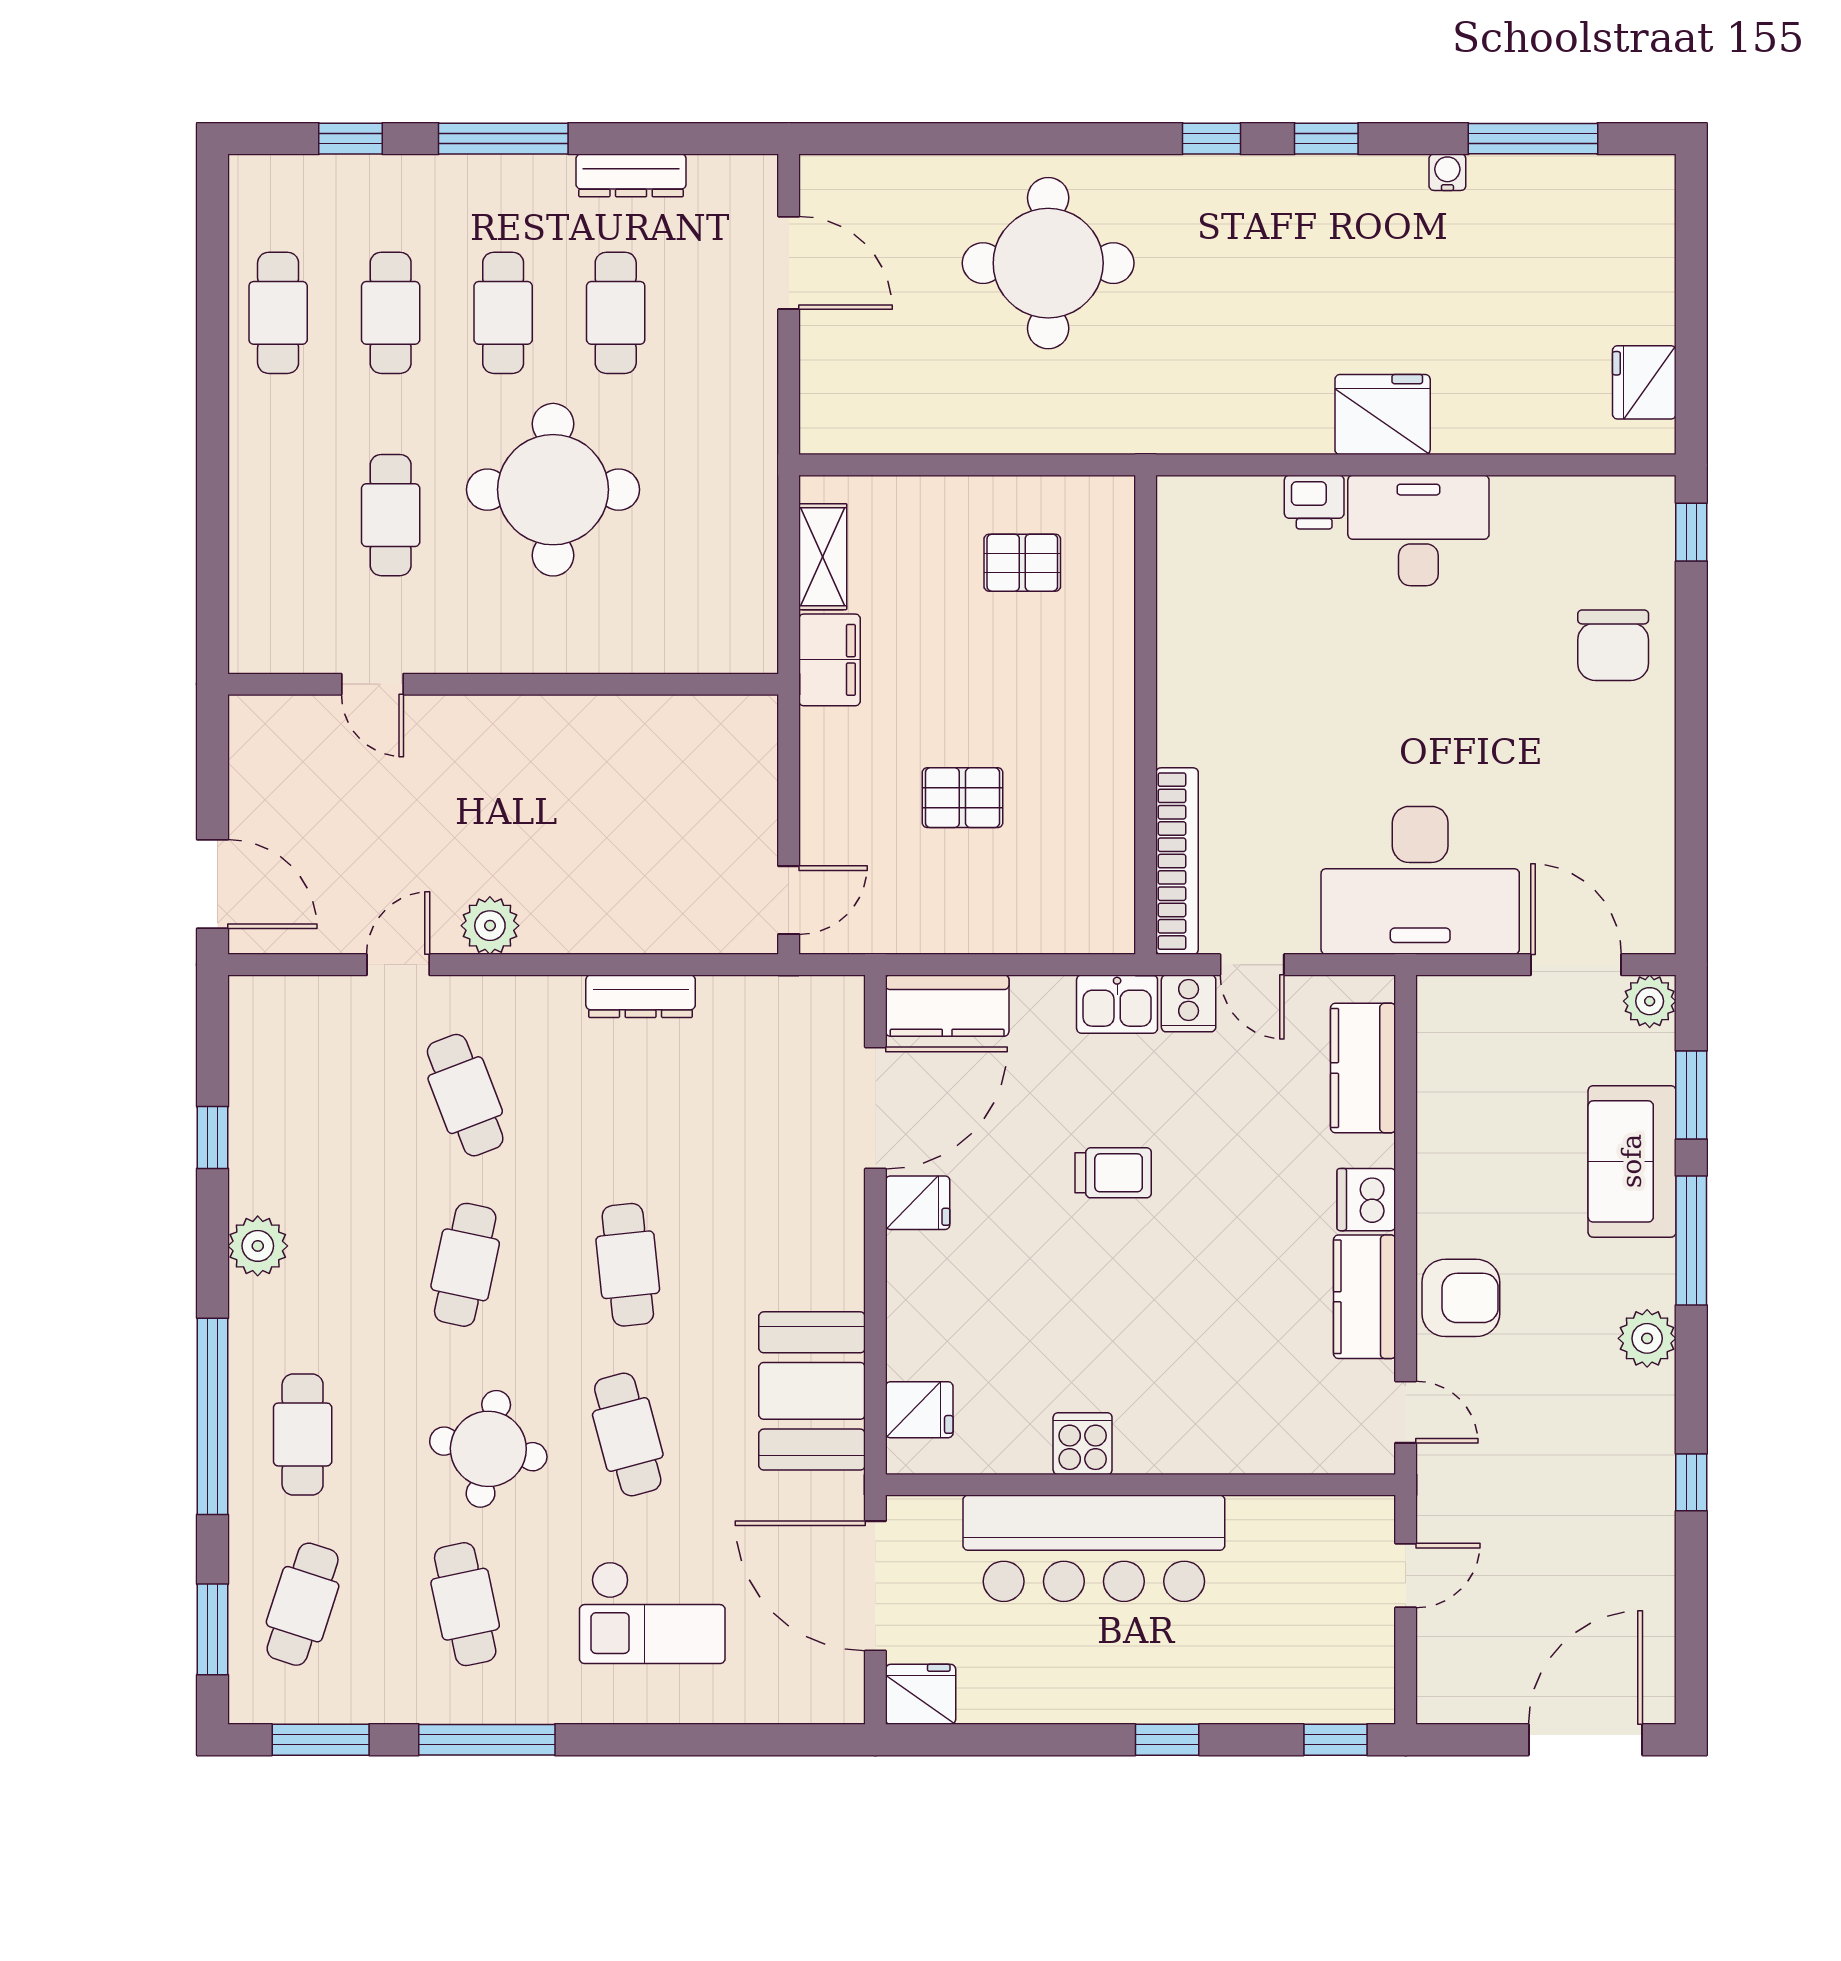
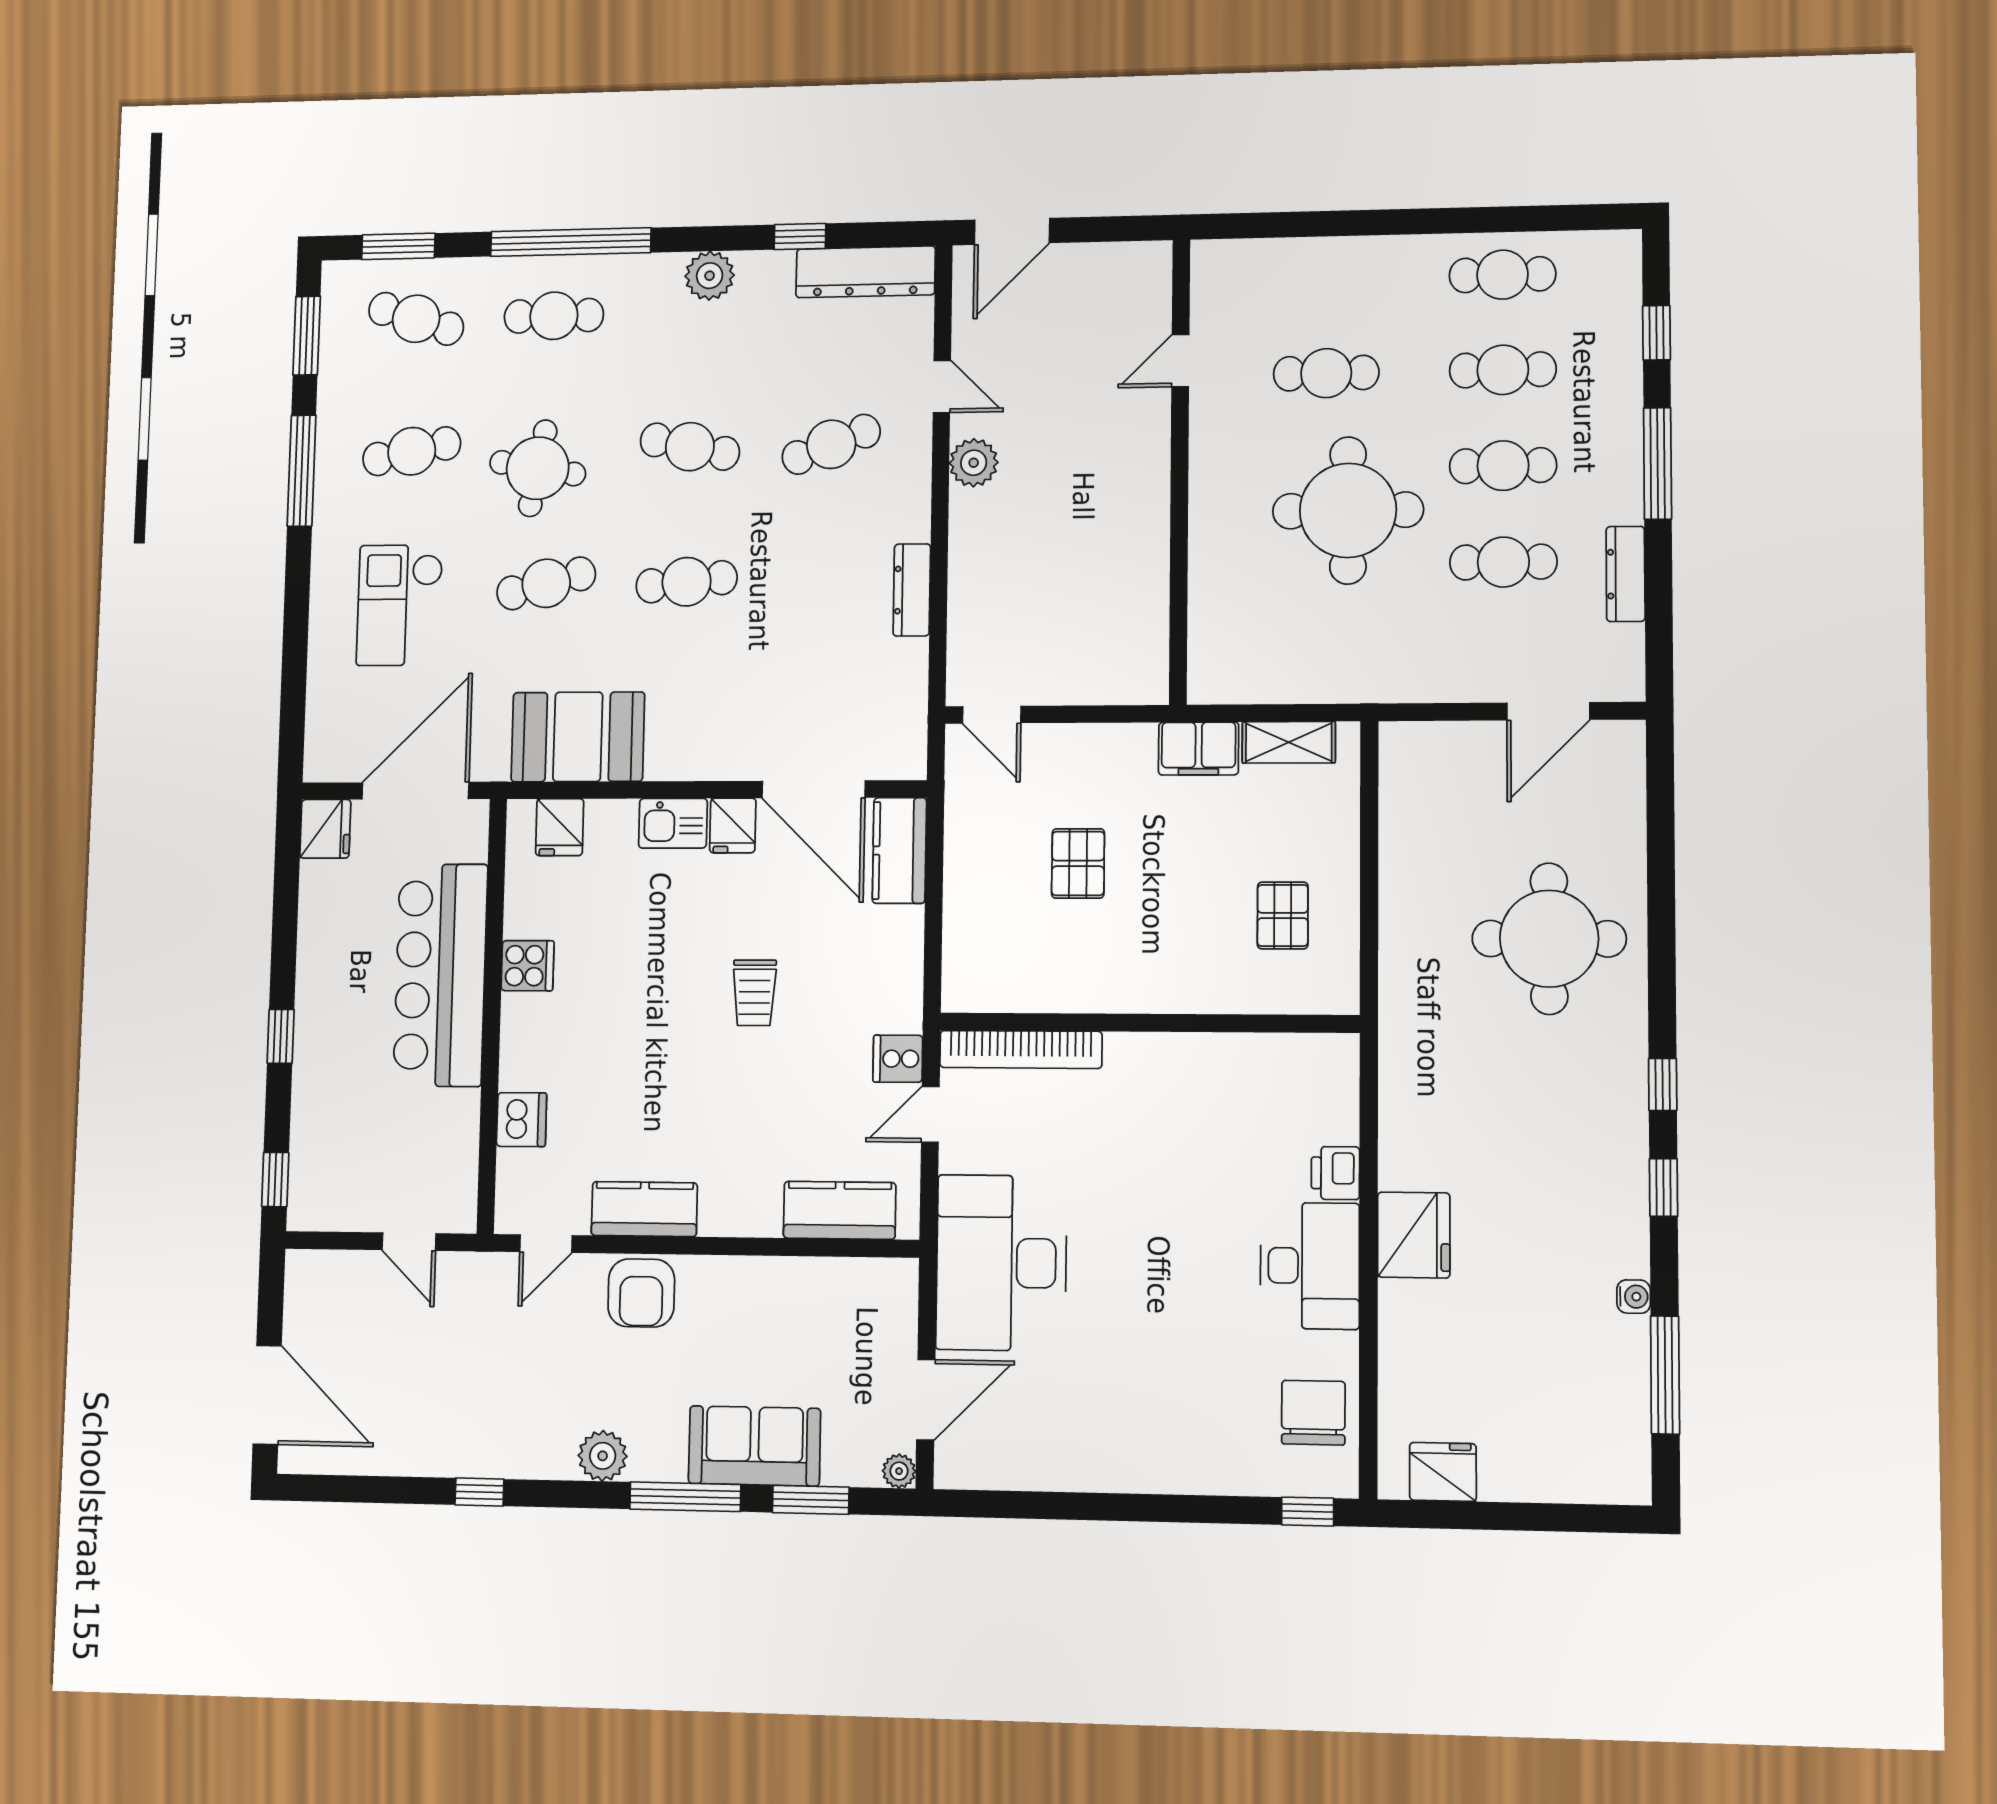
chair: (1613, 645) -> (1313, 1413), moved, turned 90
plant: (1650, 1001) -> (899, 1471), width x0.73, depth x0.73
kitchen sink: (1117, 1004) -> (673, 823), moved, turned -90
dresser: (257, 1058) -> (866, 272), added
dishwasher: (1366, 1200) -> (522, 1120), moved, turned 90

